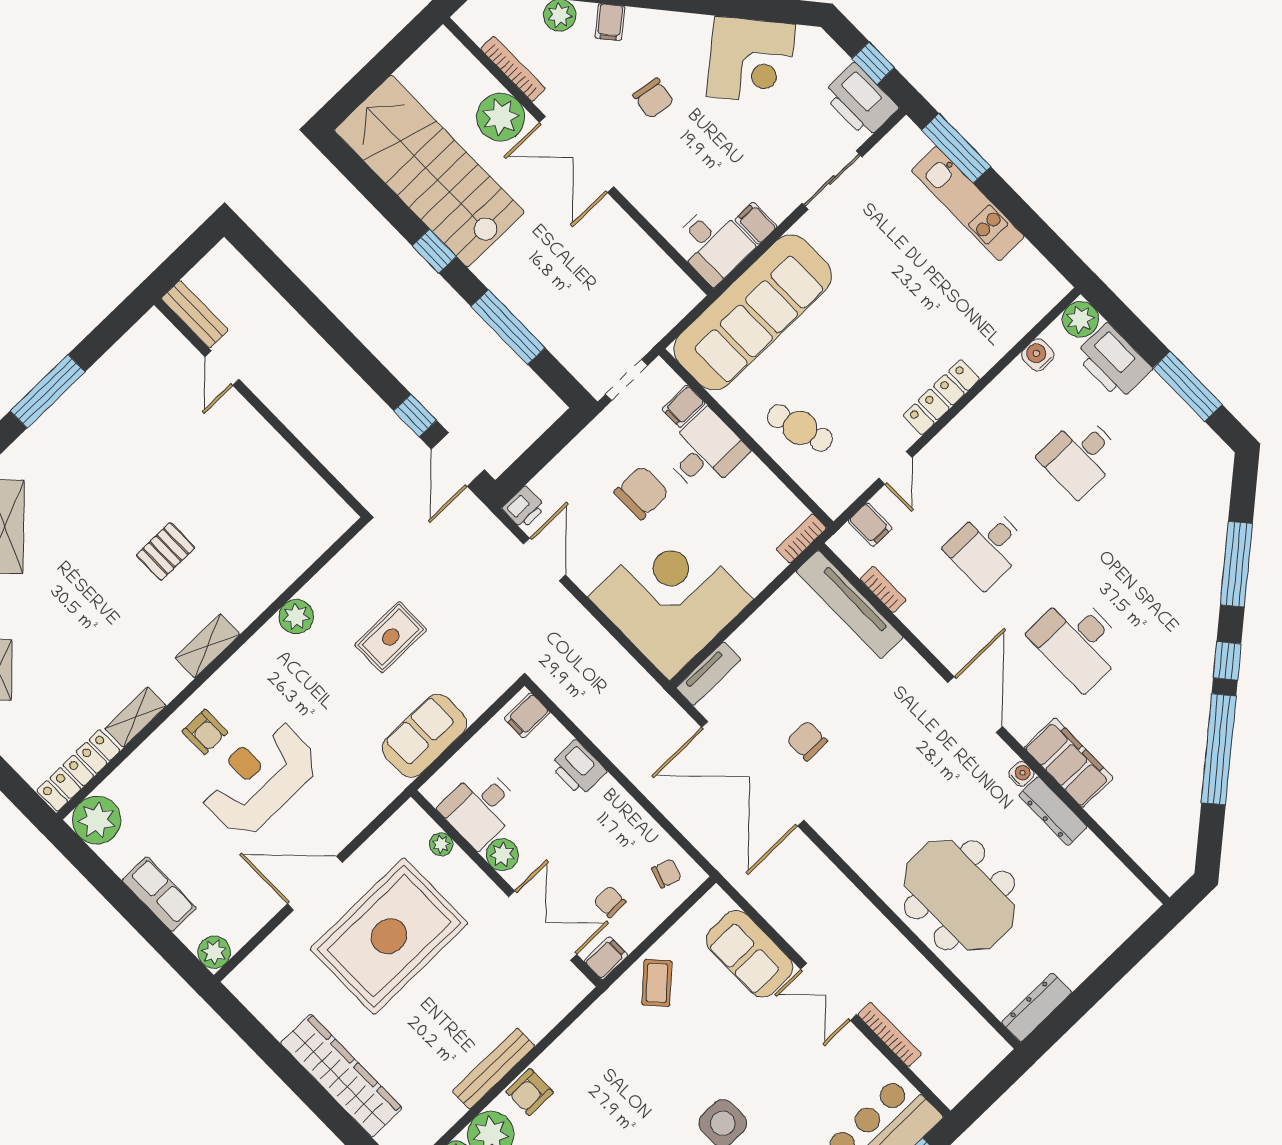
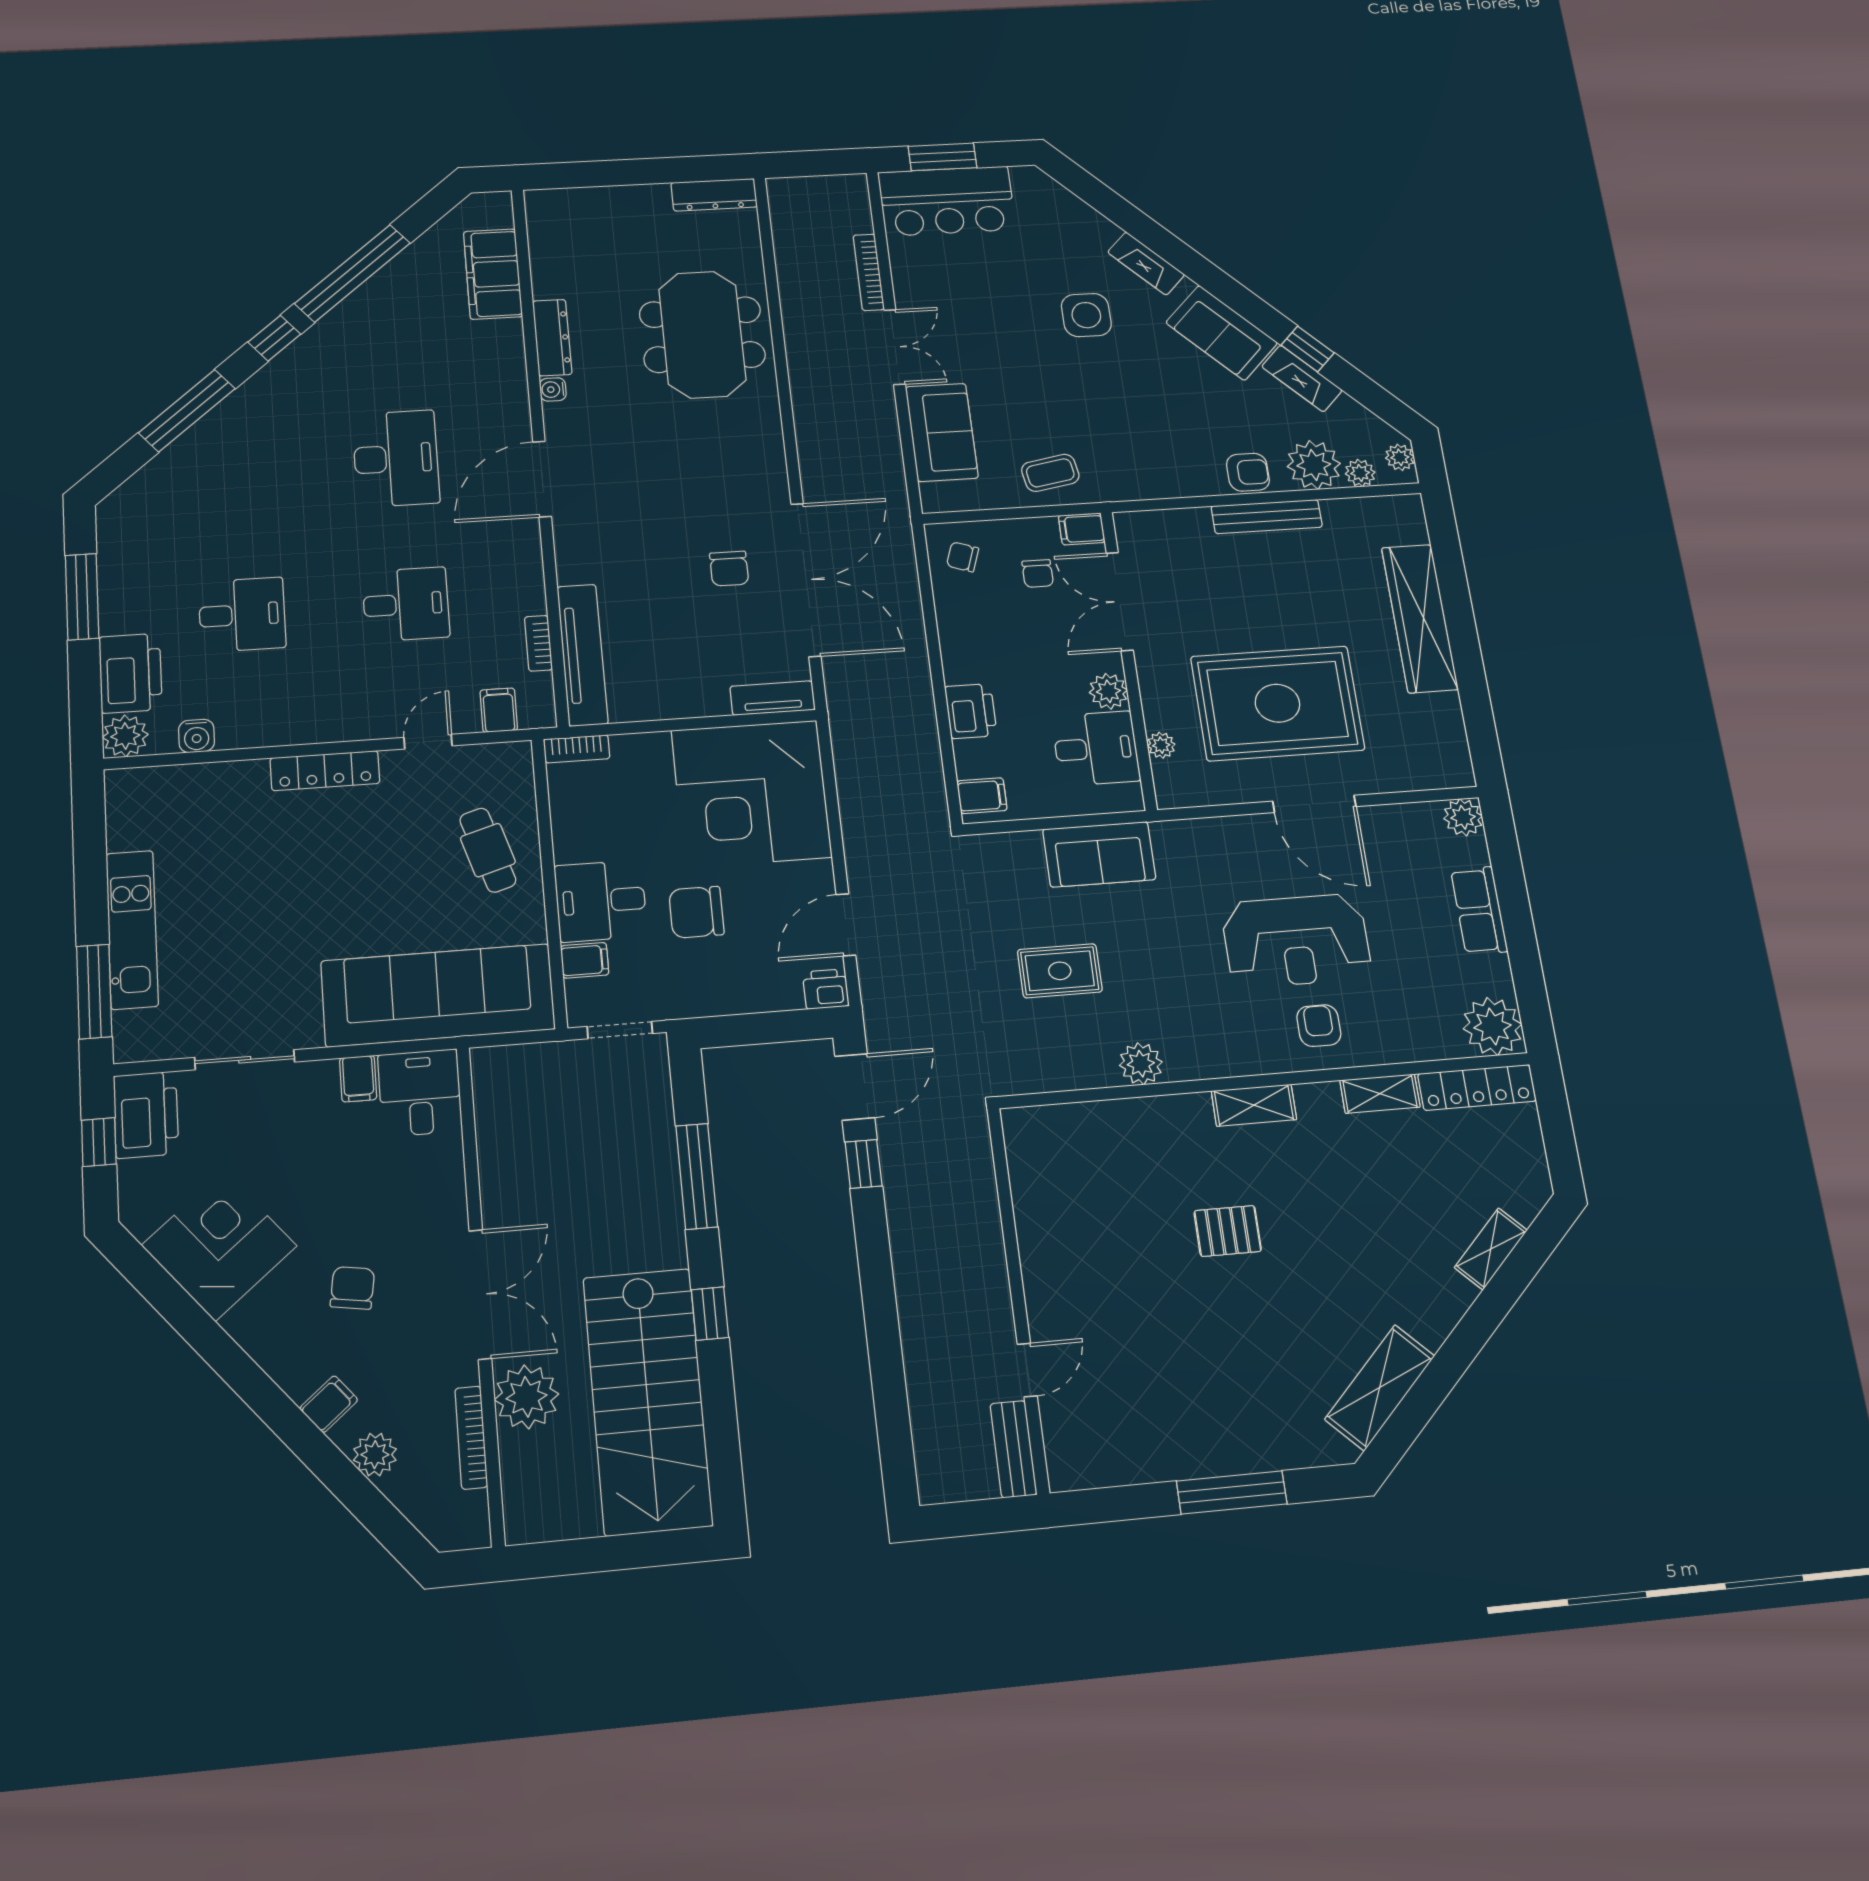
filing cabinet: (1069, 763) -> (493, 274), moved
coffee table: (657, 983) -> (1050, 473), turned 33

